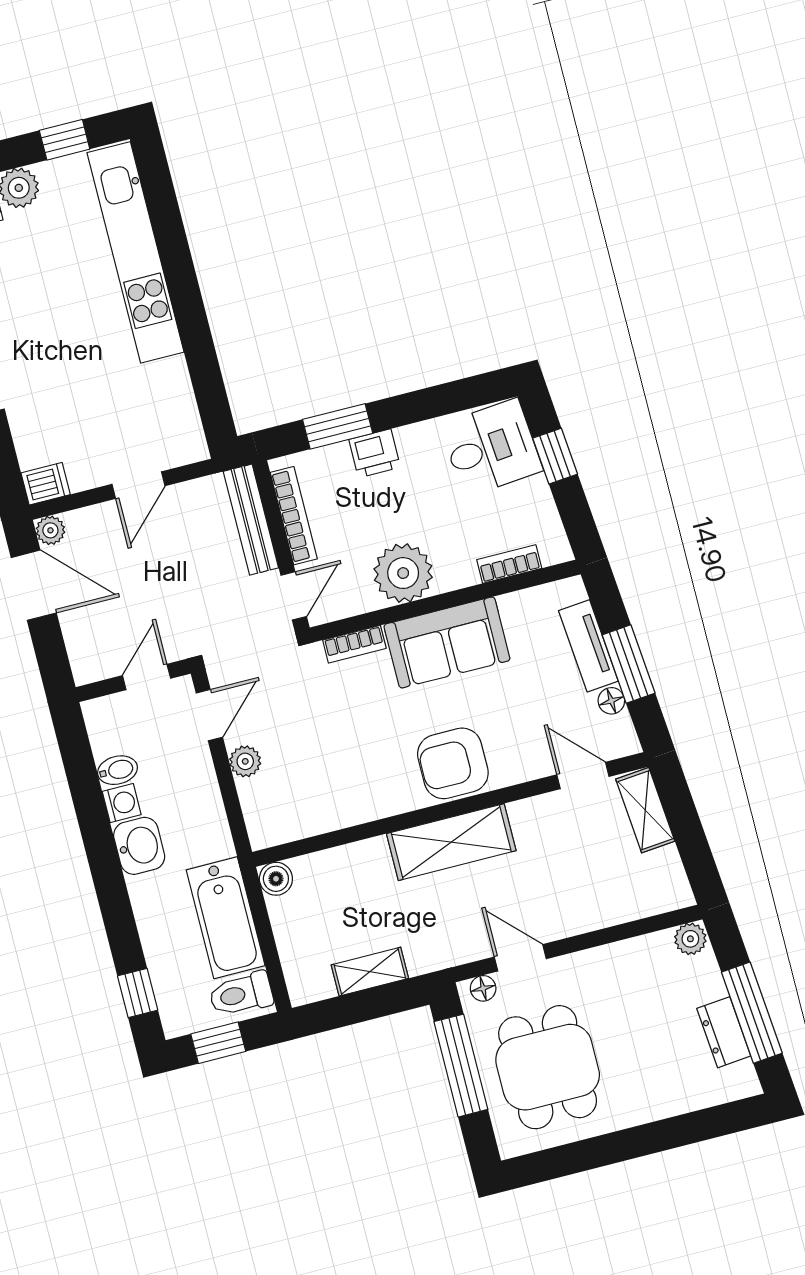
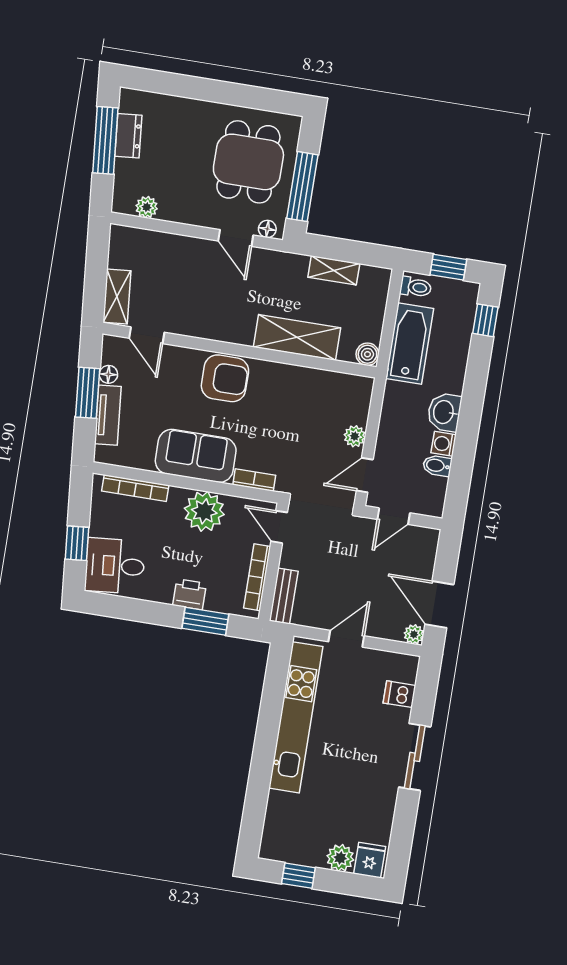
kitchen unit: (135, 252) -> (296, 717), moved
dishwasher: (46, 484) -> (399, 694), moved
bench: (251, 520) -> (284, 596), width x0.73
bookcase: (509, 564) -> (135, 488), width x1.56
door: (294, 596) -> (279, 527), hinge flipped
shelving: (451, 842) -> (297, 337), moved
plant: (690, 939) -> (147, 207), moved
toilet: (241, 994) -> (416, 287), width x0.73, depth x0.72

